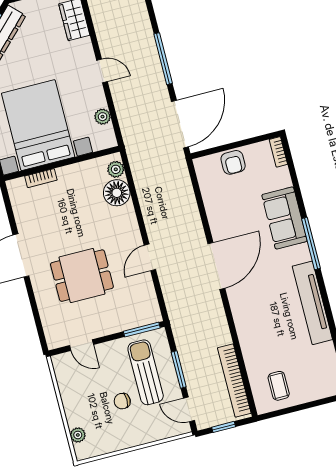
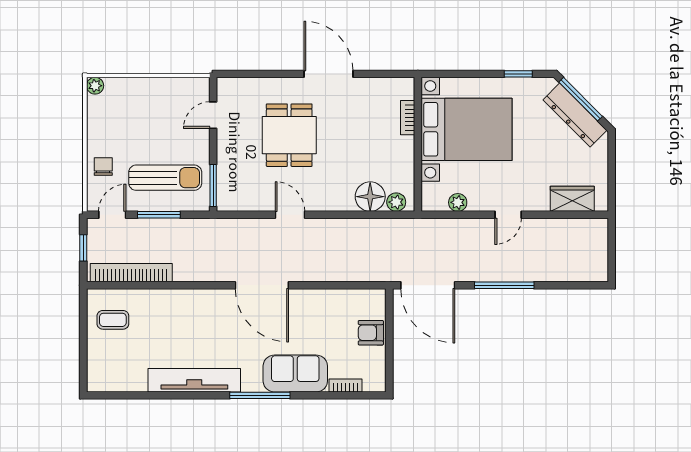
bookcase: (278, 152) -> (346, 385), moved
chair: (122, 401) -> (103, 167), moved
plant: (78, 435) -> (95, 86), moved

